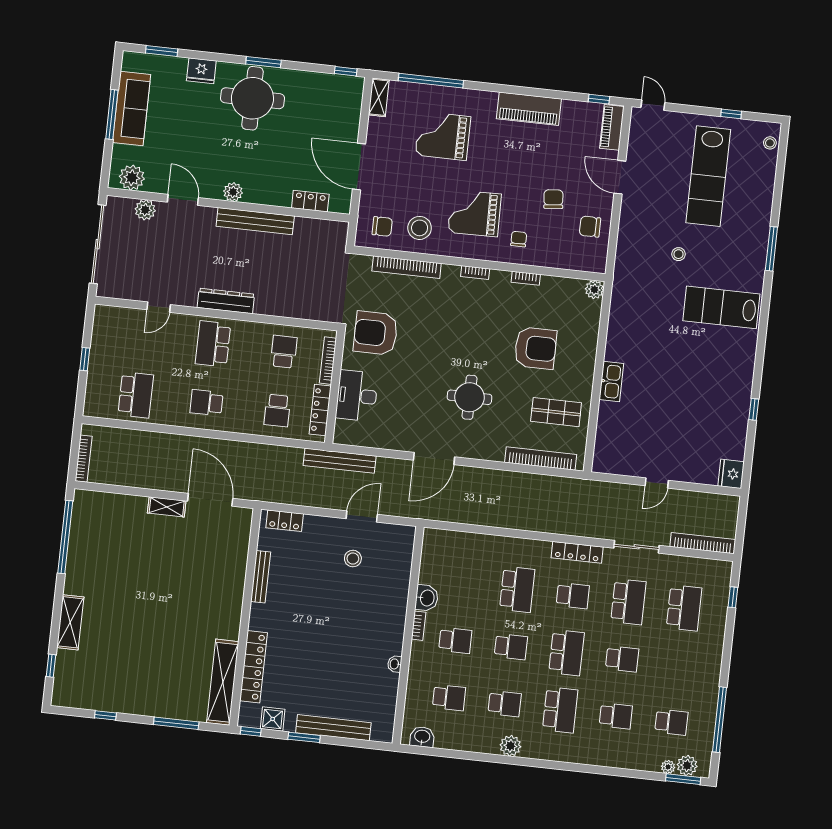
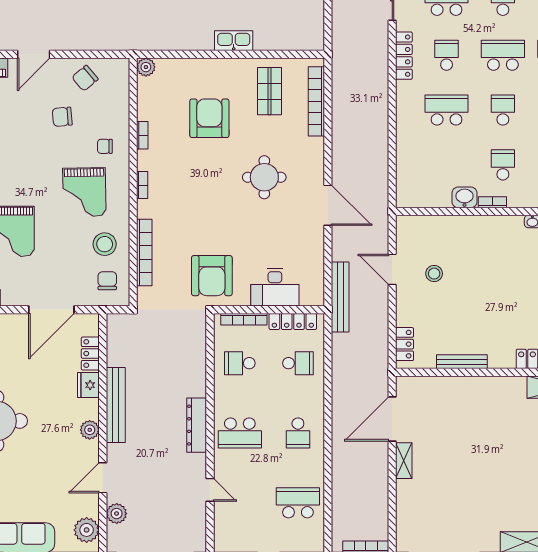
fridge: (279, 196) -> (88, 385), added
chair: (590, 227) -> (85, 78), turned 50

